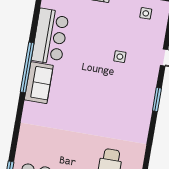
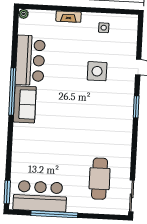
side table: (146, 13) -> (104, 28), moved
side table: (120, 57) -> (97, 71), width x1.87, depth x1.87

